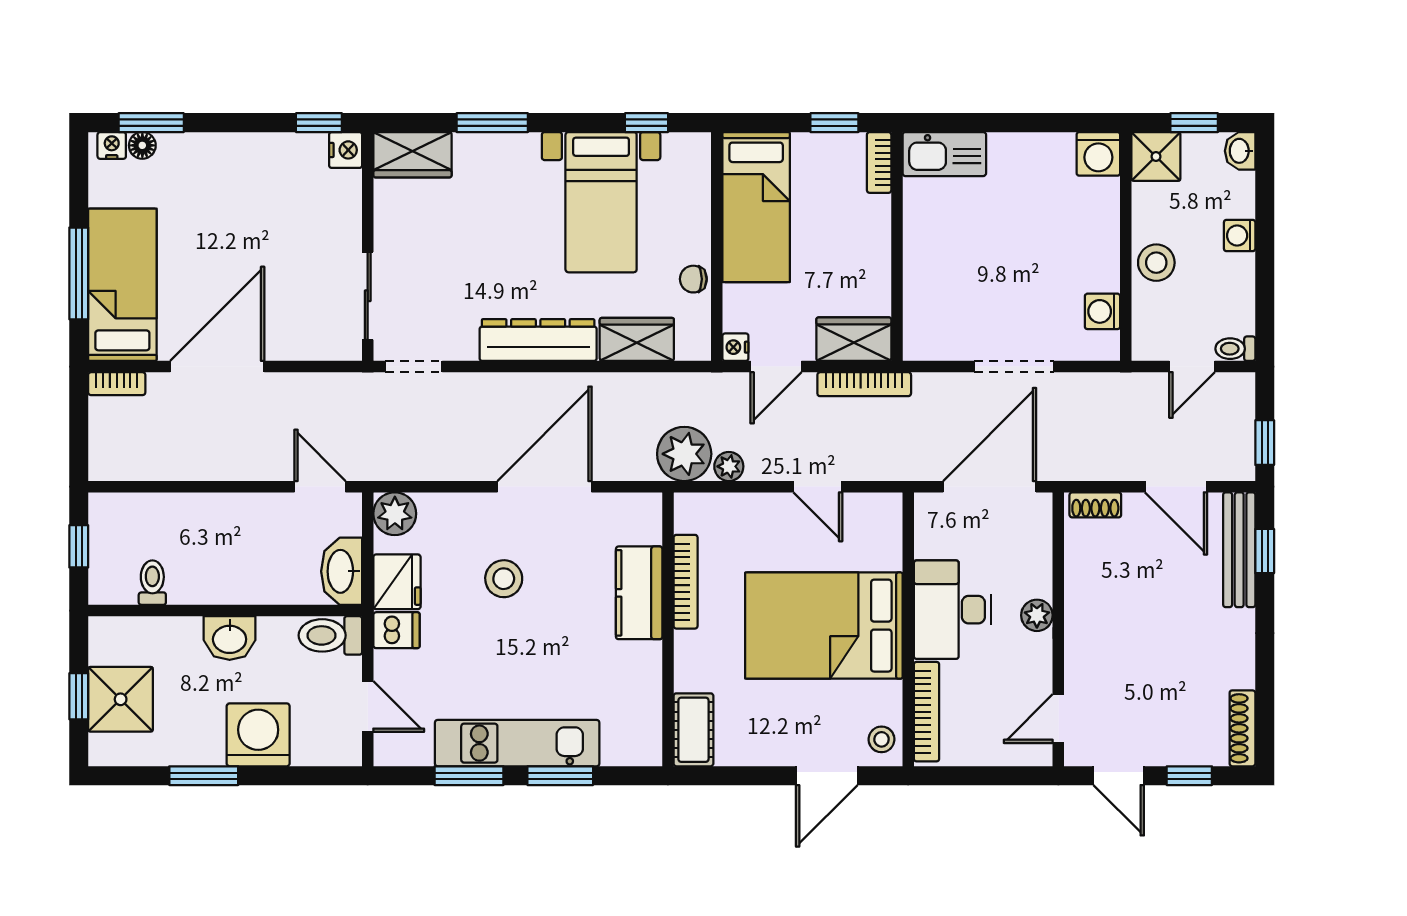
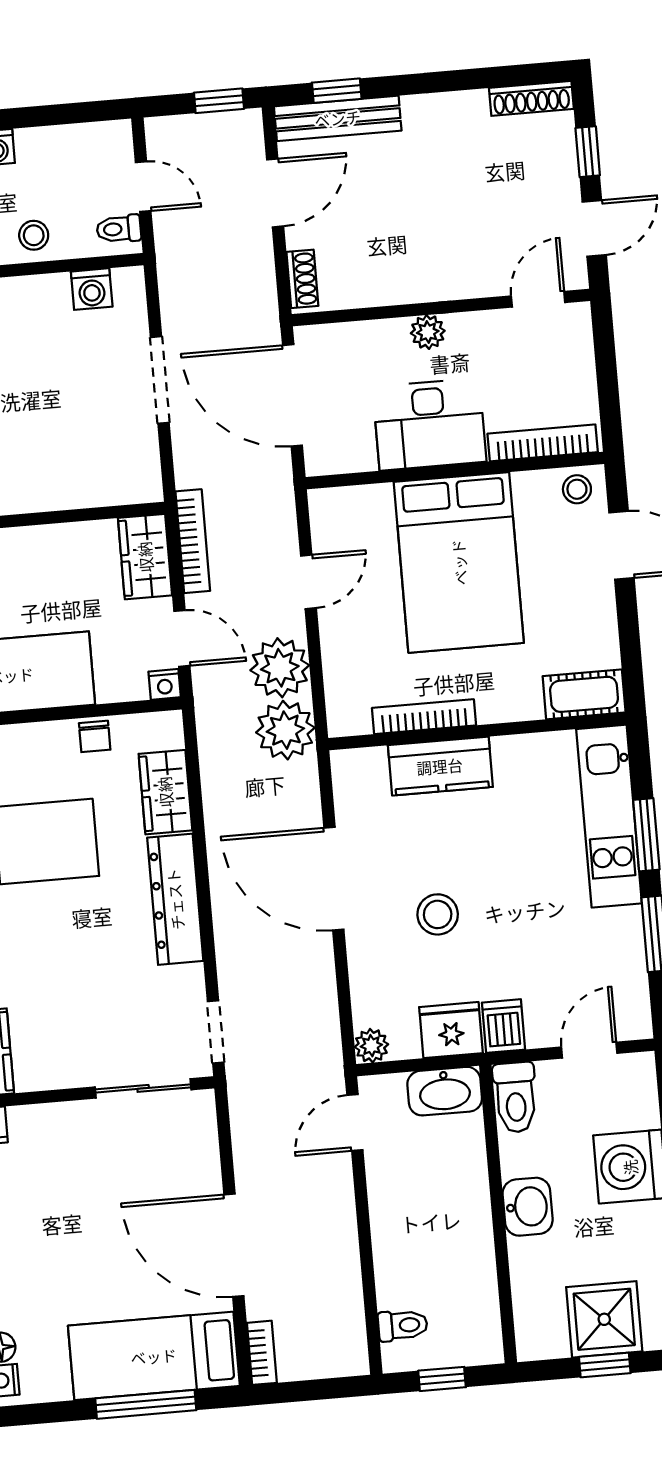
stool: (1156, 263) -> (34, 235), width x0.73, depth x0.73
toilet: (1235, 349) -> (119, 229), moved, turned 90
plant: (729, 466) -> (280, 668), width x1.87, depth x1.87
plant: (395, 514) -> (371, 1046), width x0.73, depth x0.73
toilet: (152, 583) -> (403, 1325), moved, turned 180
door: (1058, 719) -> (538, 299), swing flipped
kitchen unit: (517, 743) -> (609, 816), moved

